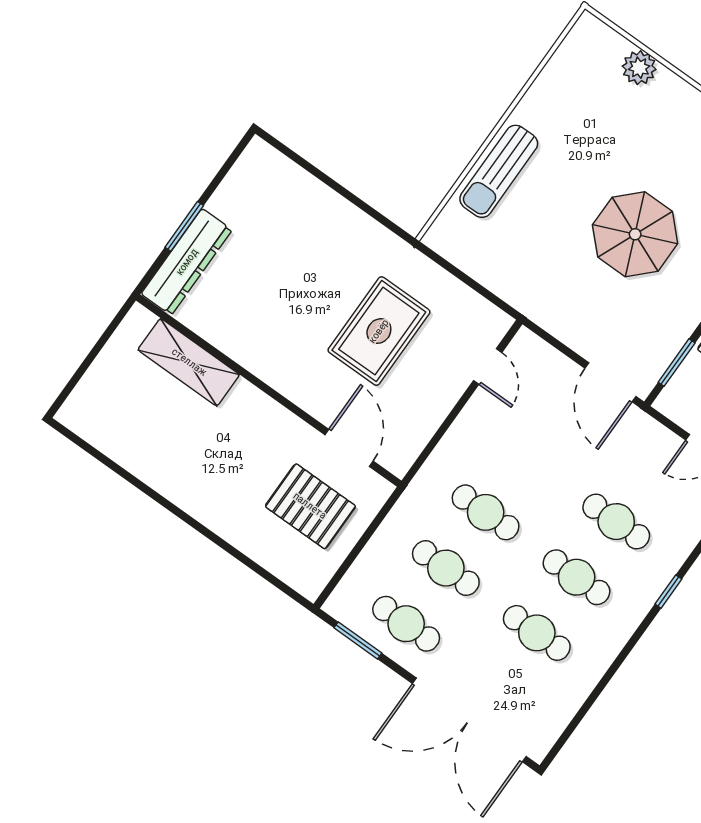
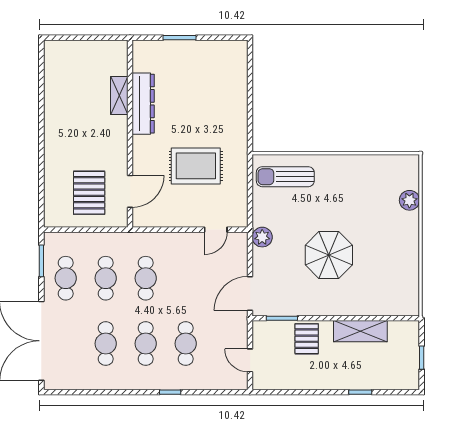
sun lounger: (499, 171) -> (285, 177), moved
dresser: (187, 262) -> (143, 104), moved, turned -90
plant: (544, 309) -> (262, 237), added
shelving: (189, 362) -> (119, 95), width x0.67, depth x0.75

